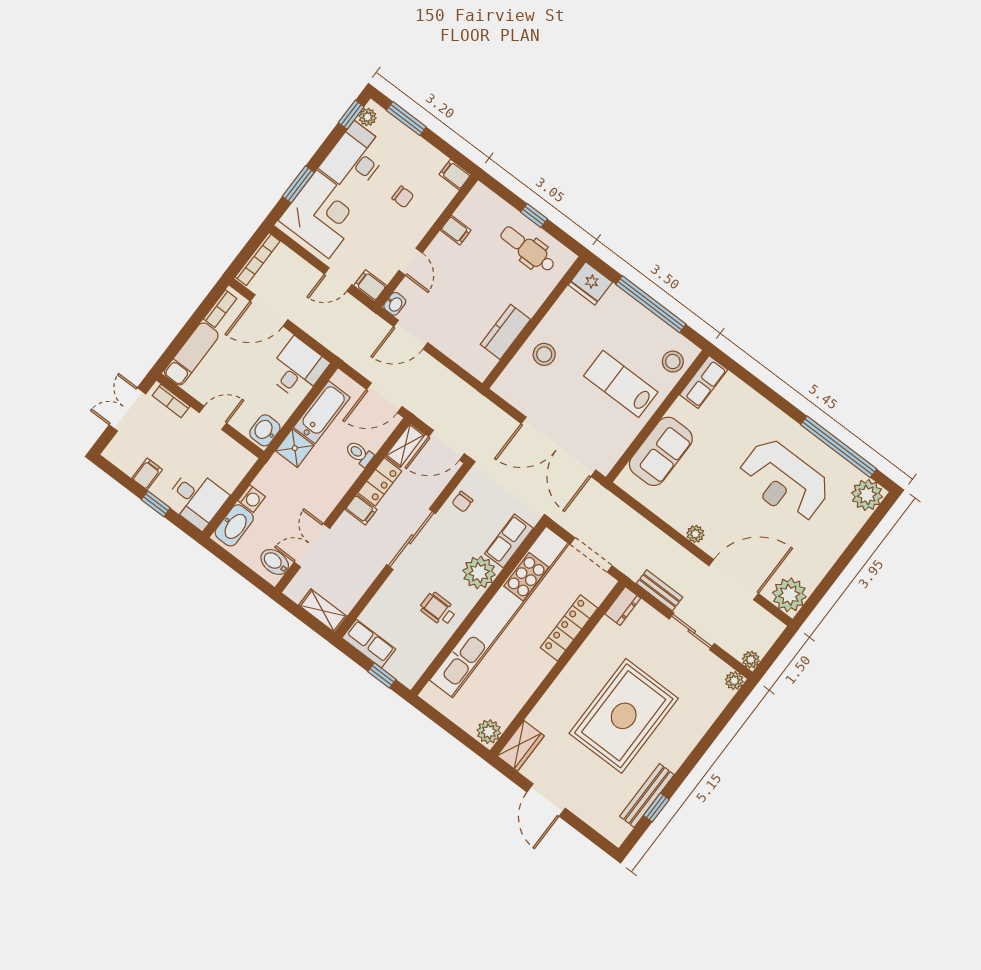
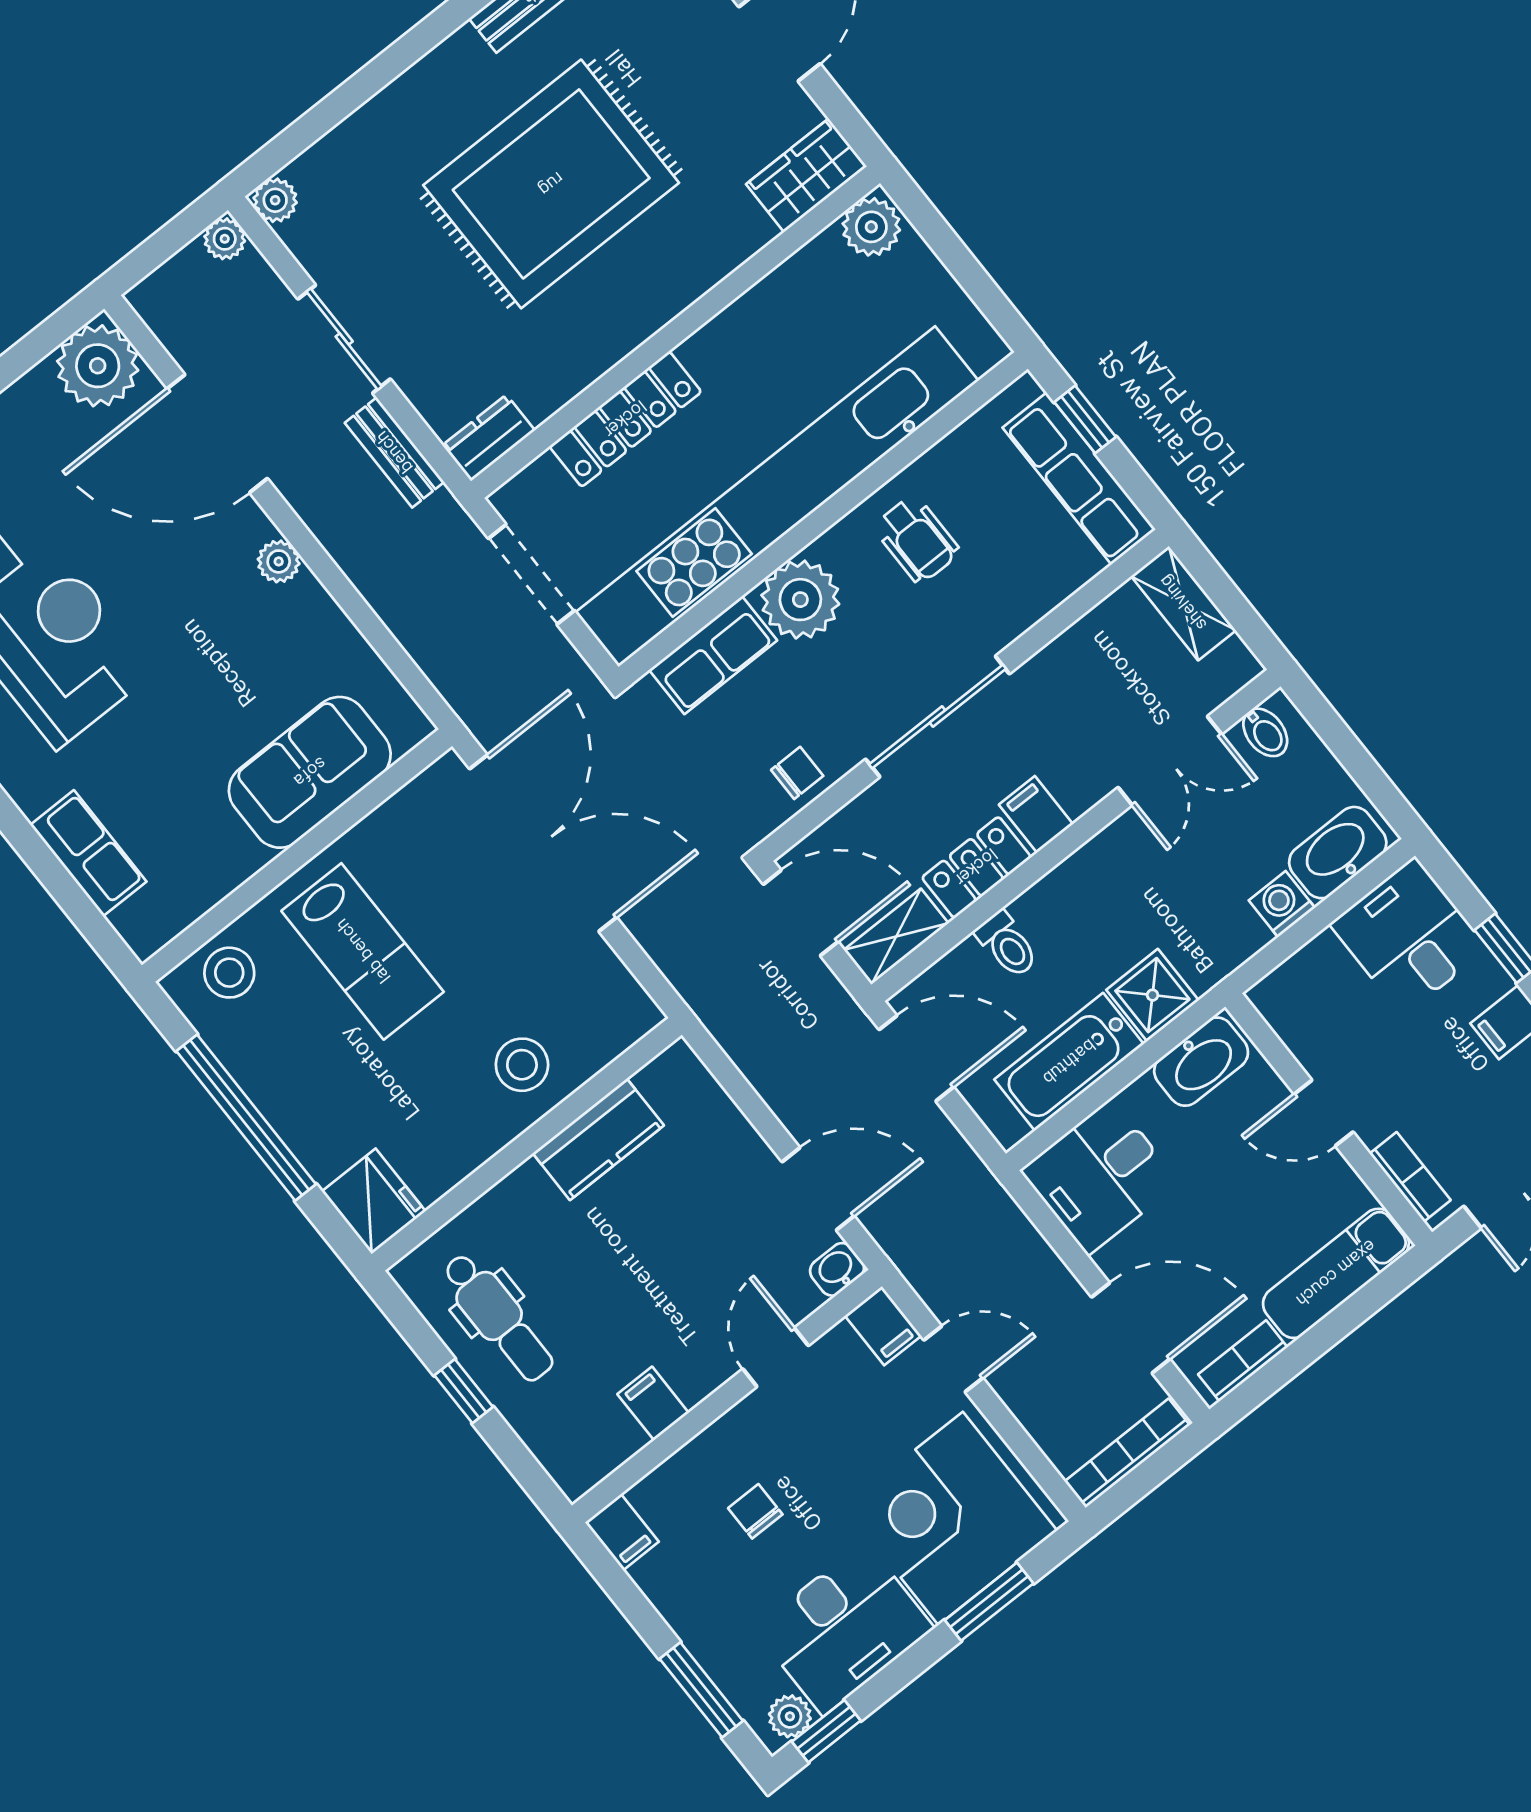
row of seats: (704, 382) -> (88, 853), moved, turned 90
washbasin: (265, 430) -> (1201, 1062), width x1.38
bidet: (275, 562) -> (1265, 732), width x0.72, depth x0.74
row of seats: (369, 644) -> (1079, 478), width x1.48

